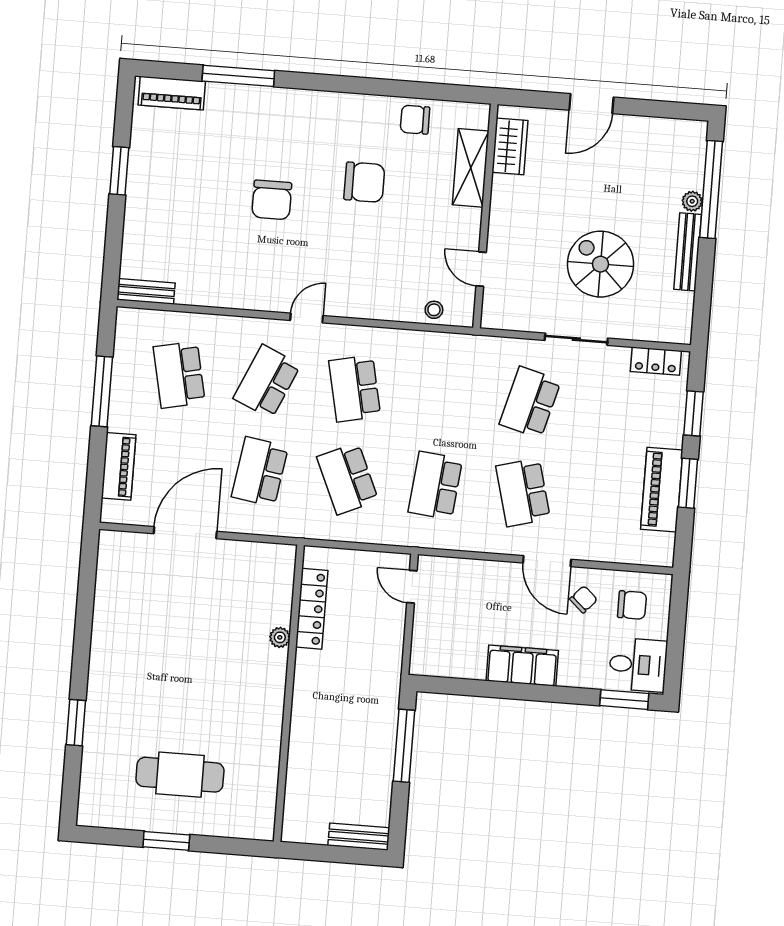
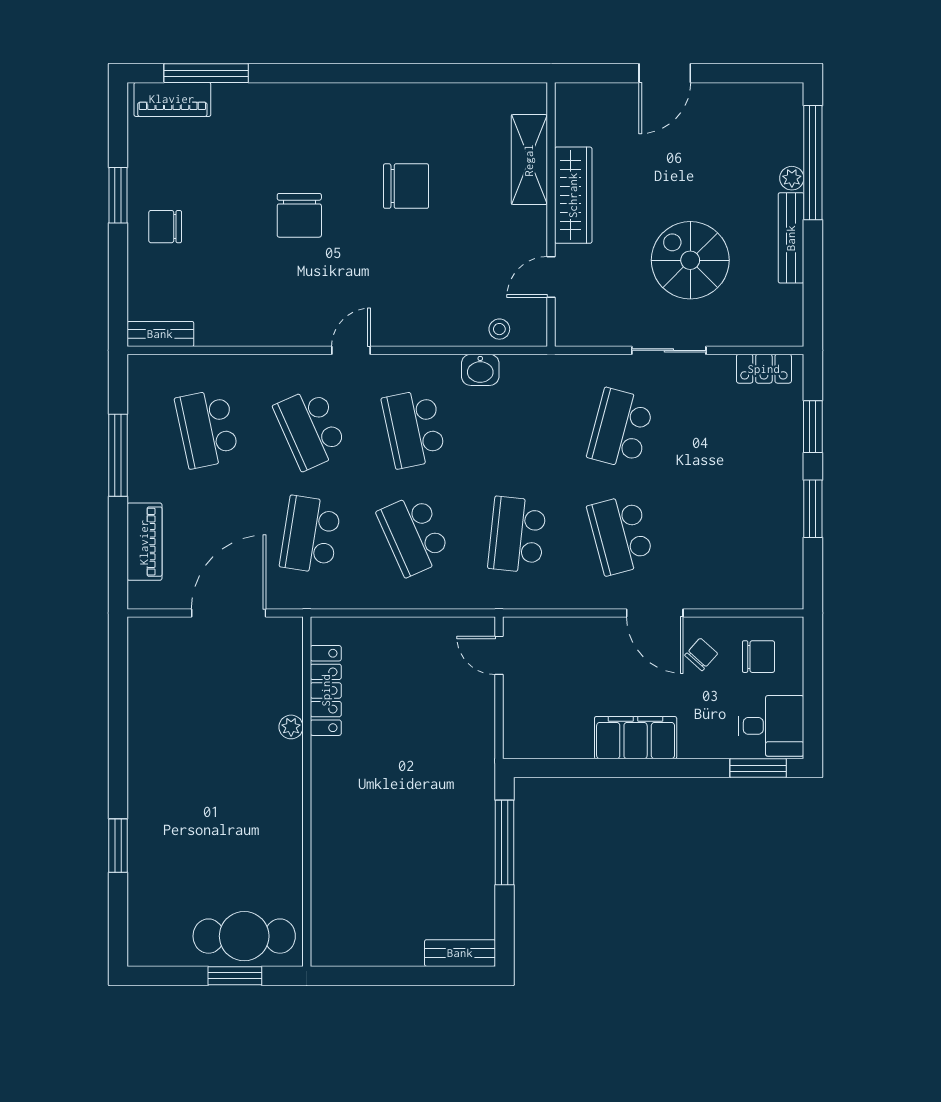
window: (238, 76) -> (206, 73), moved
chair: (415, 120) -> (165, 227), moved
wardrobe: (510, 146) -> (573, 195), moved, width x1.50
door: (481, 269) -> (551, 277), hinge flipped
washbasin: (415, 343) -> (480, 370), added
school desk: (267, 382) -> (310, 429), turned -48
piano: (662, 490) -> (783, 519), removed
locker: (312, 609) -> (326, 690), moved
plant: (280, 637) -> (291, 727), moved
wall: (289, 693) -> (307, 792), moved
cafe table: (180, 775) -> (244, 936), moved

